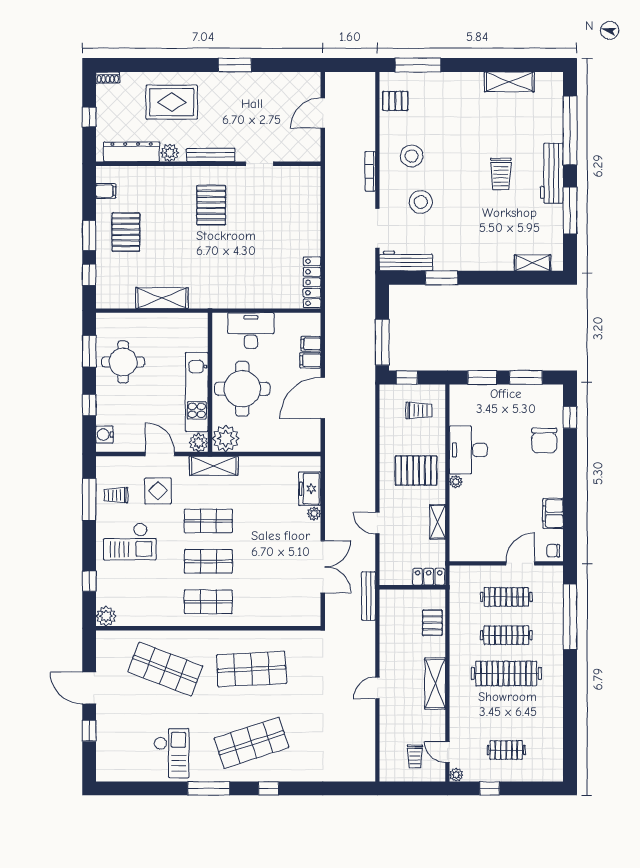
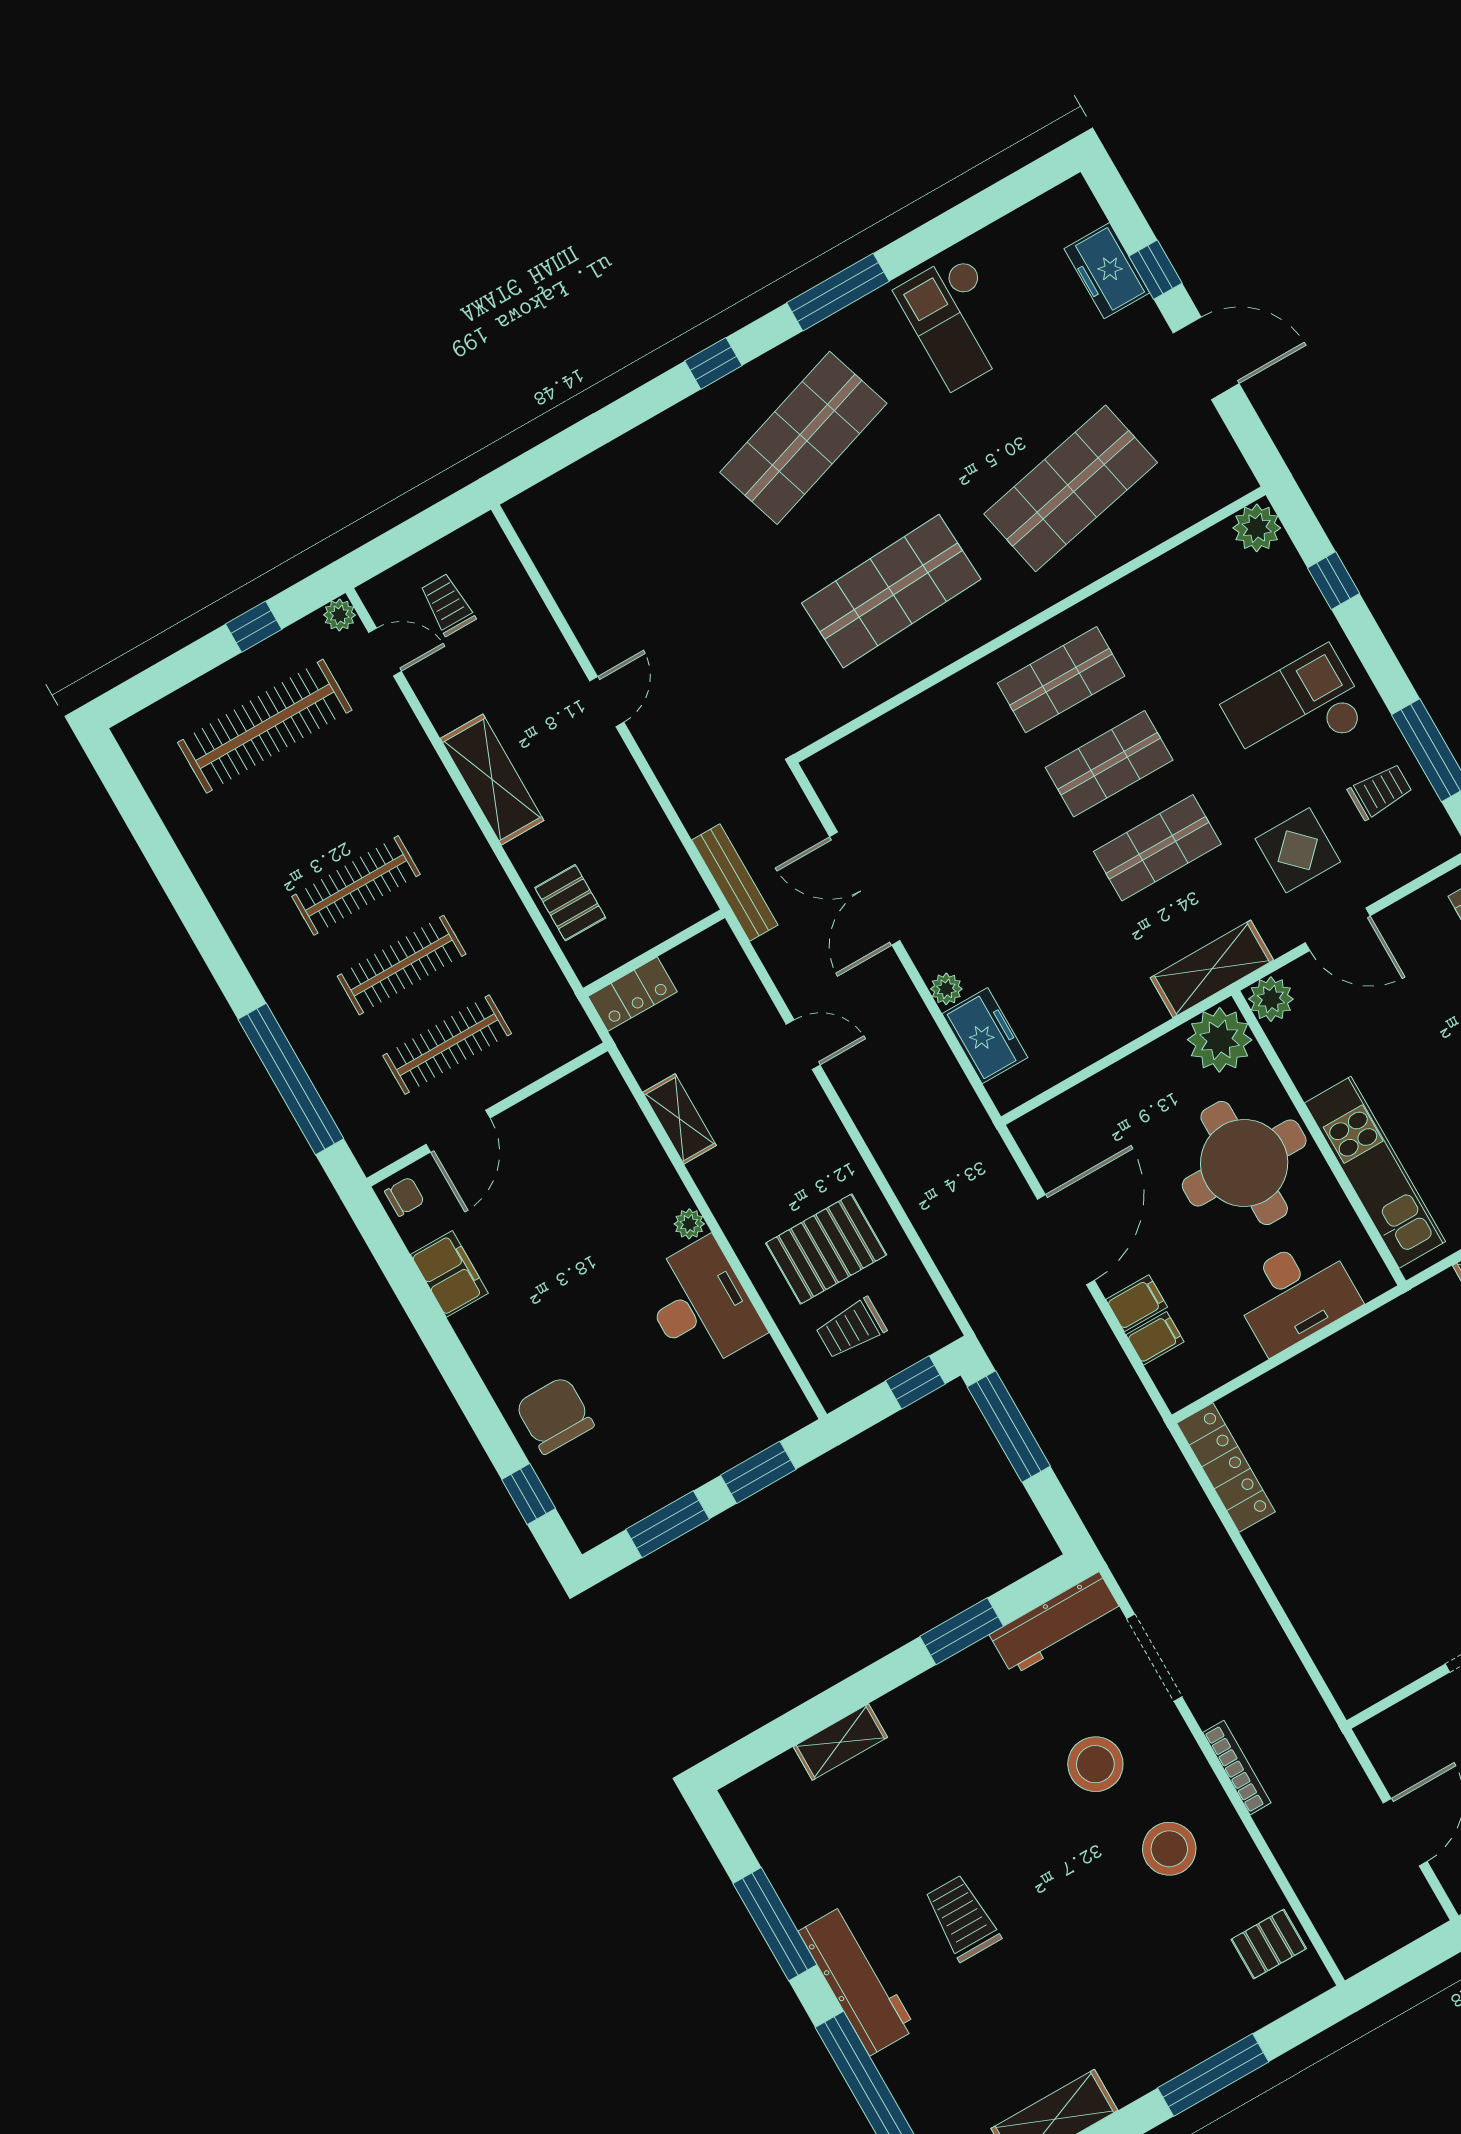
window: (418, 65) -> (1213, 2075), moved
shelving: (533, 263) -> (840, 1742), moved
kitchen unit: (197, 392) -> (1375, 1172), moved
pallet: (416, 470) -> (826, 1249), moved
shop shelf: (165, 669) -> (1071, 488), turned -33
clothes rail: (506, 673) -> (356, 885), width x0.73, depth x0.76
freezer: (107, 740) -> (1107, 271), added
clothes rail: (506, 750) -> (265, 726), width x1.86, depth x1.31

